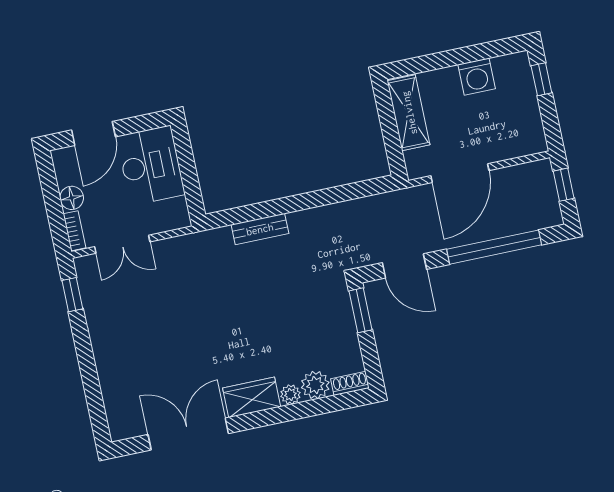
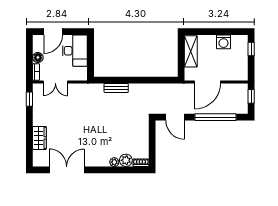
window: (360, 310) -> (152, 132), removed
wardrobe: (252, 397) -> (39, 138), moved, turned 90

